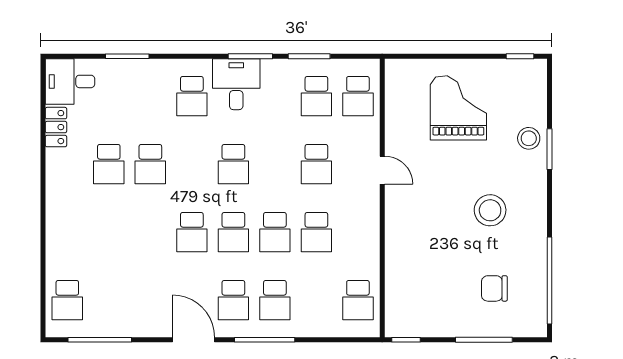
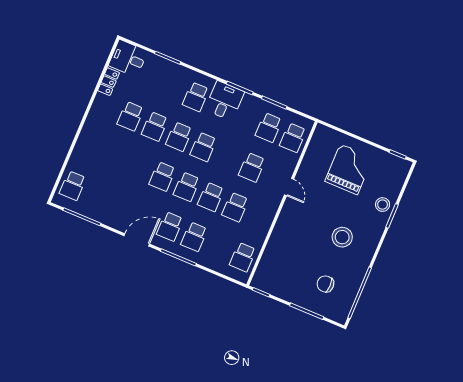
school desk: (192, 164) -> (179, 137), added
door: (193, 340) -> (137, 240), hinge flipped

